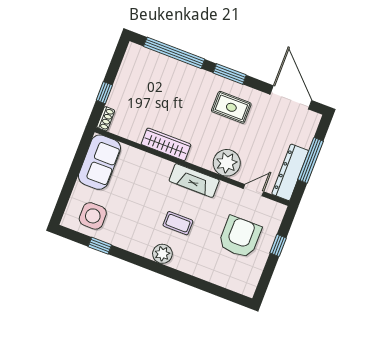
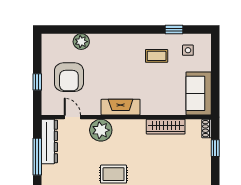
wardrobe: (166, 144) -> (166, 127), moved
door: (253, 190) -> (72, 117), swing flipped
side table: (93, 216) -> (188, 50), width x0.54, depth x0.54
coffee table: (178, 223) -> (157, 56), moved
plant: (162, 254) -> (81, 42), moved

